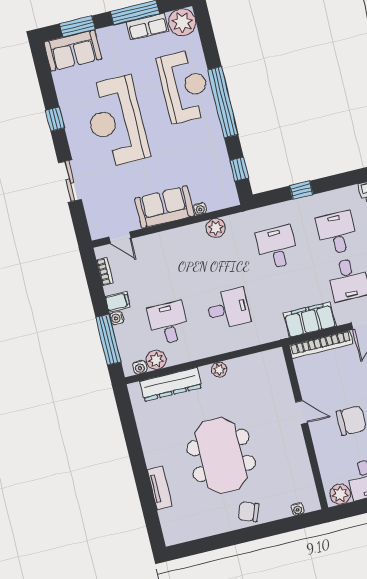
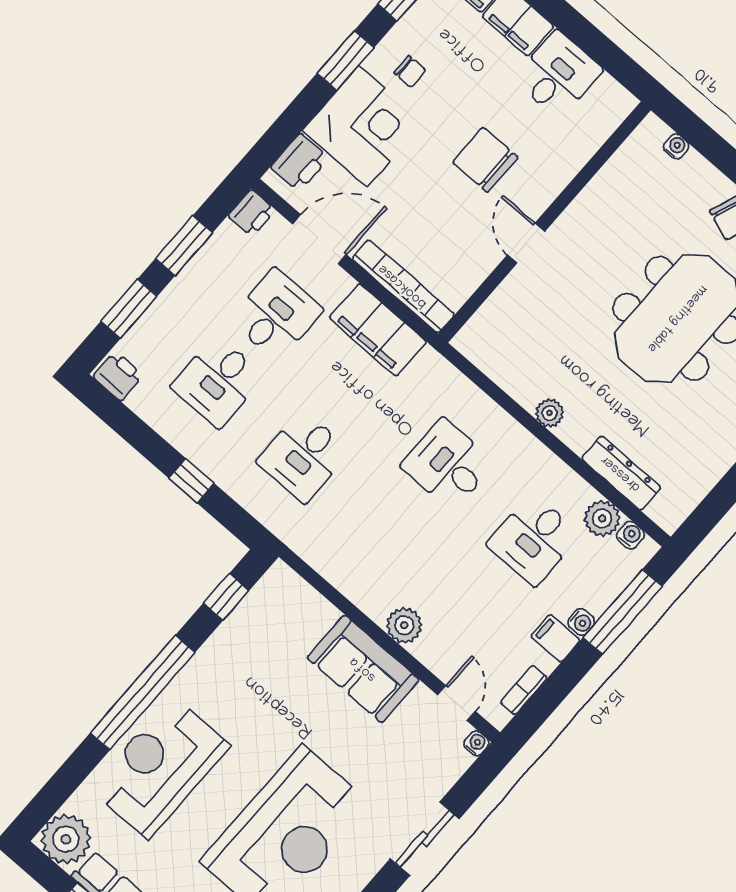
water cooler: (200, 209) -> (476, 743), moved
plant: (216, 228) -> (404, 625), moved
dresser: (171, 384) -> (621, 473), width x0.73, depth x0.80
plant: (340, 494) -> (608, 98), removed

